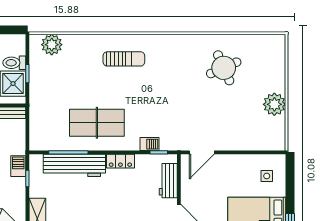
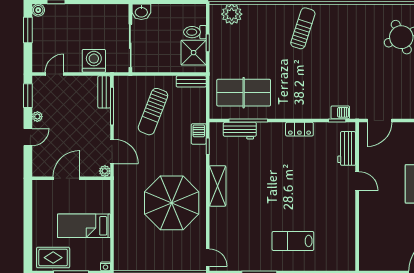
sun lounger: (124, 59) -> (303, 28), turned -72
table tennis table: (97, 123) -> (244, 93), moved
barbecue: (149, 144) -> (340, 112), moved
workbench: (74, 165) -> (240, 131), width x0.53, depth x0.76

